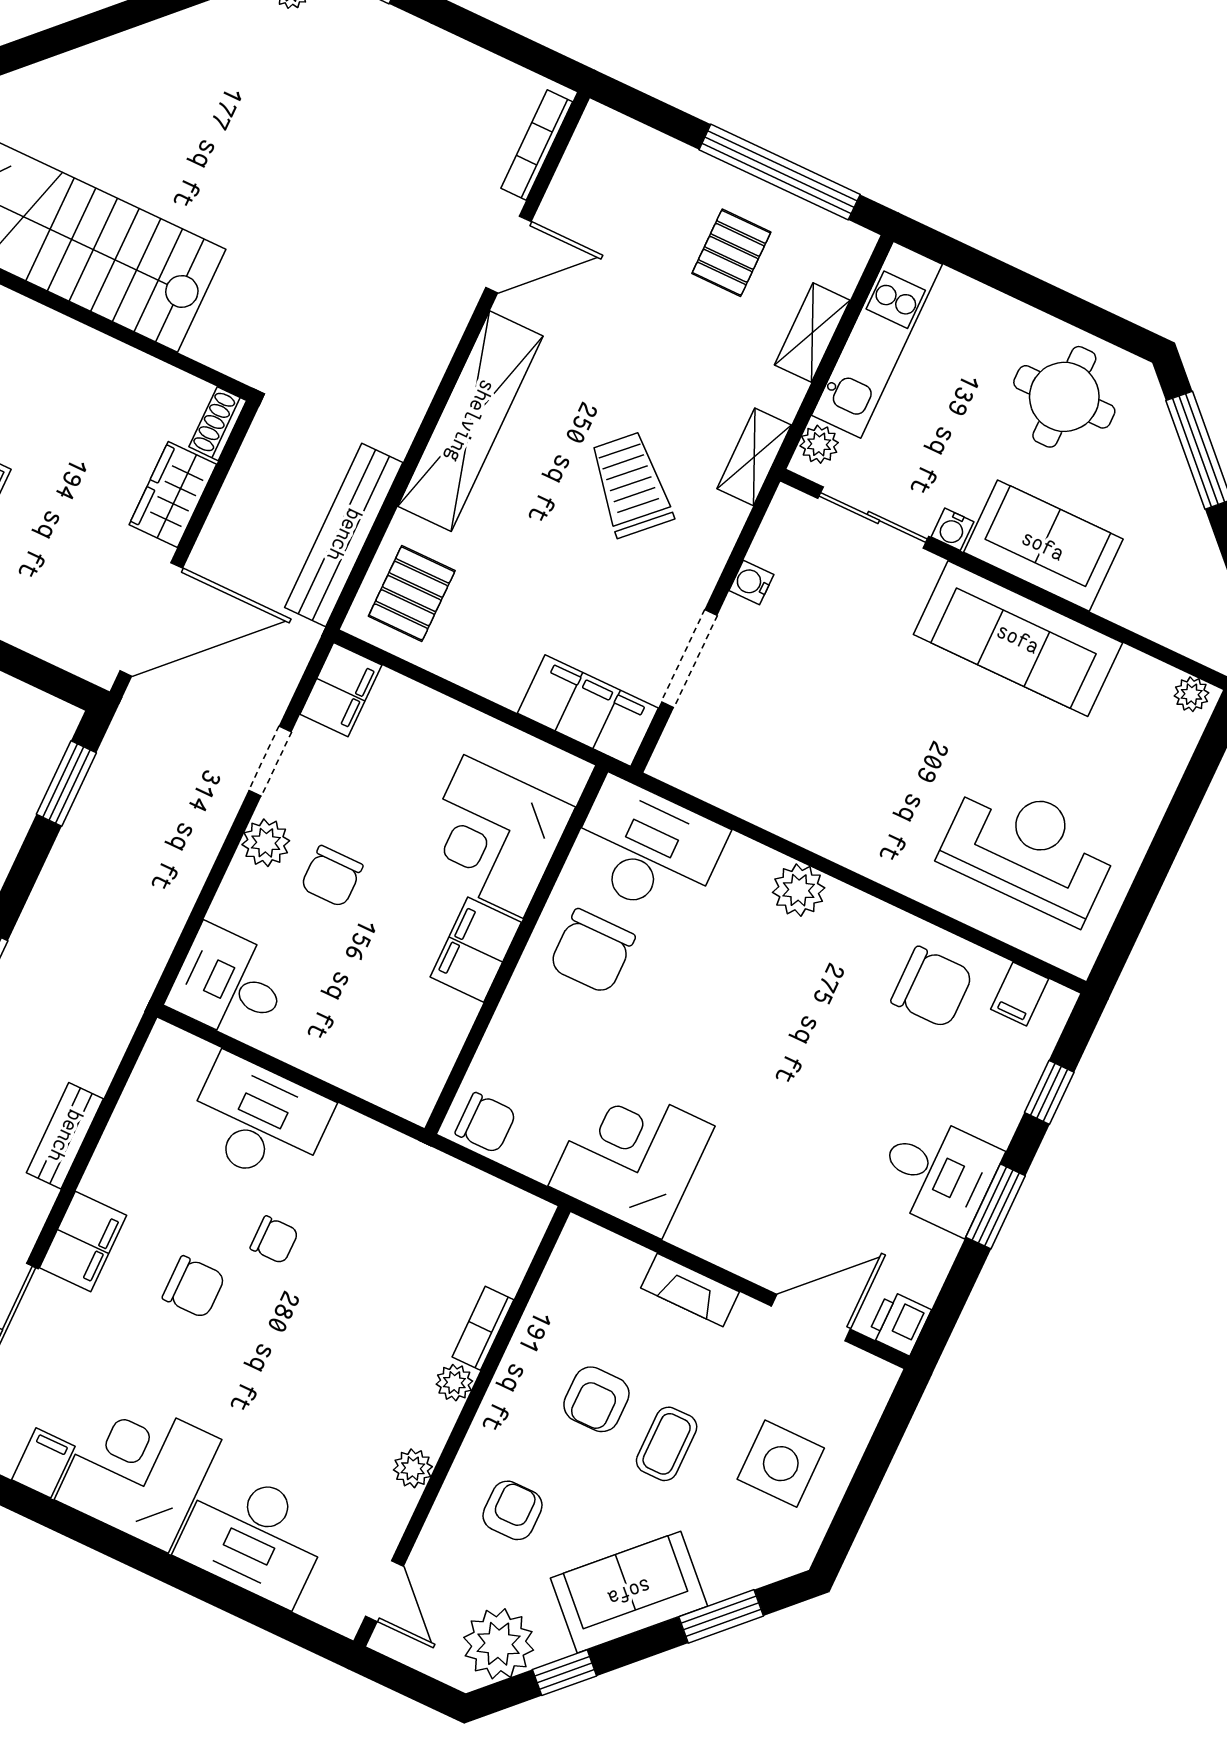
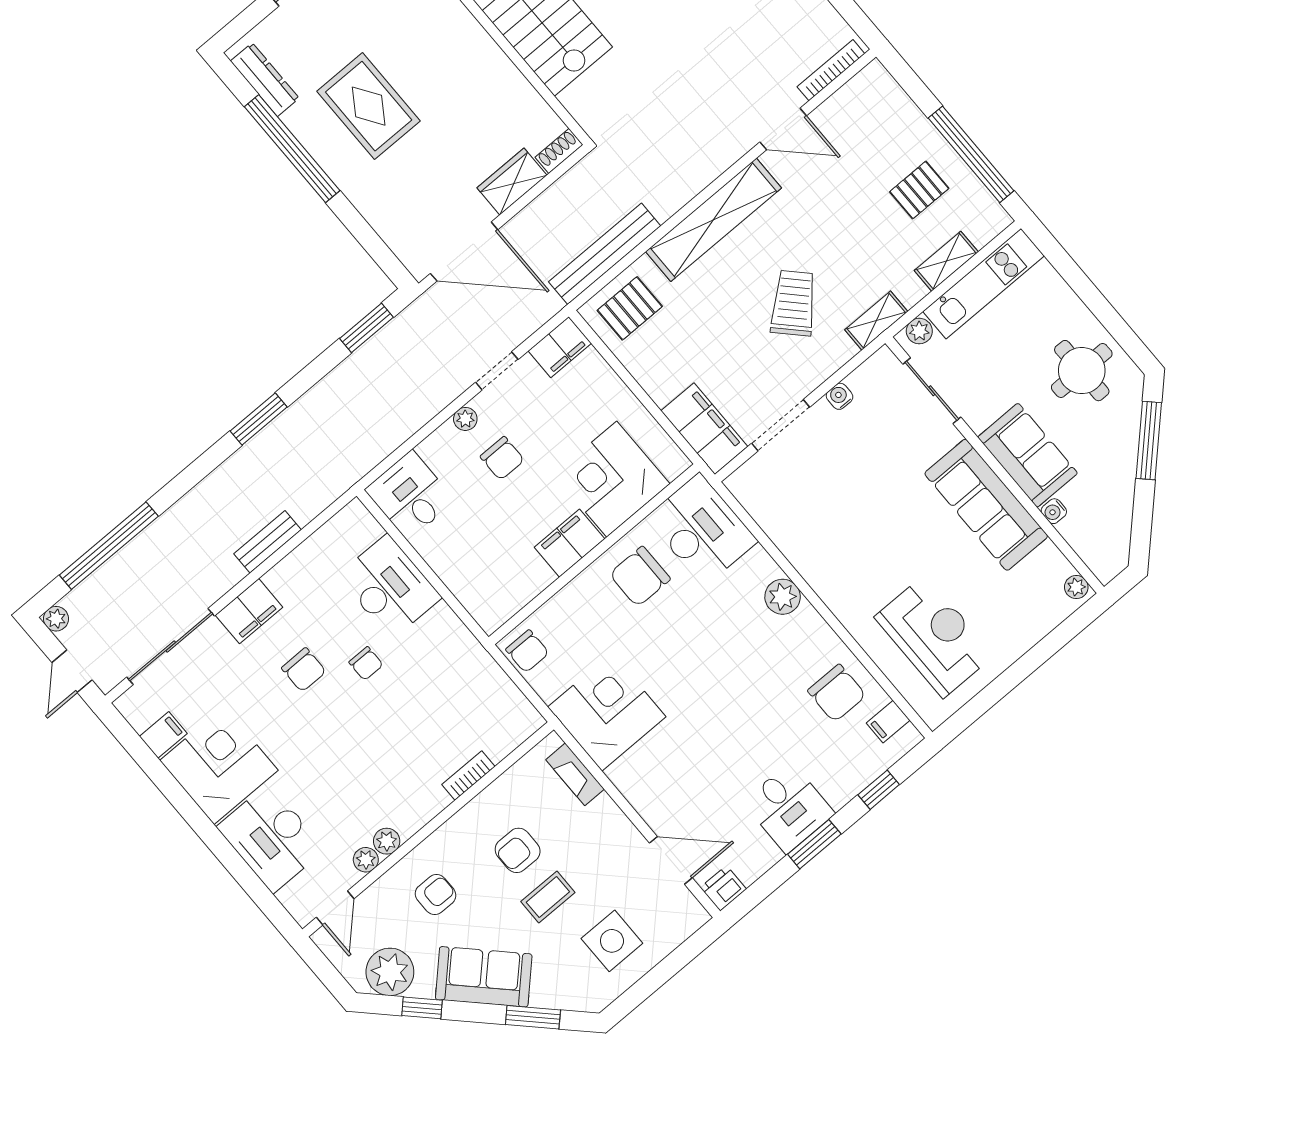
water cooler: (953, 529) -> (1054, 511), moved
plant: (266, 843) -> (465, 419), width x0.73, depth x0.73
chair: (332, 876) -> (502, 458), turned -90
fireplace: (690, 1290) -> (575, 774), moved
plant: (454, 1383) -> (366, 860), moved

